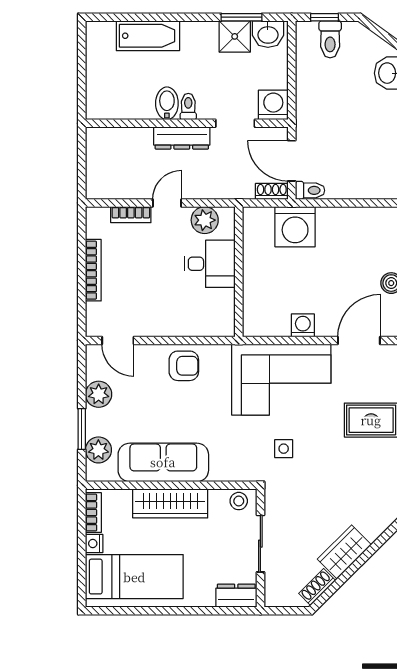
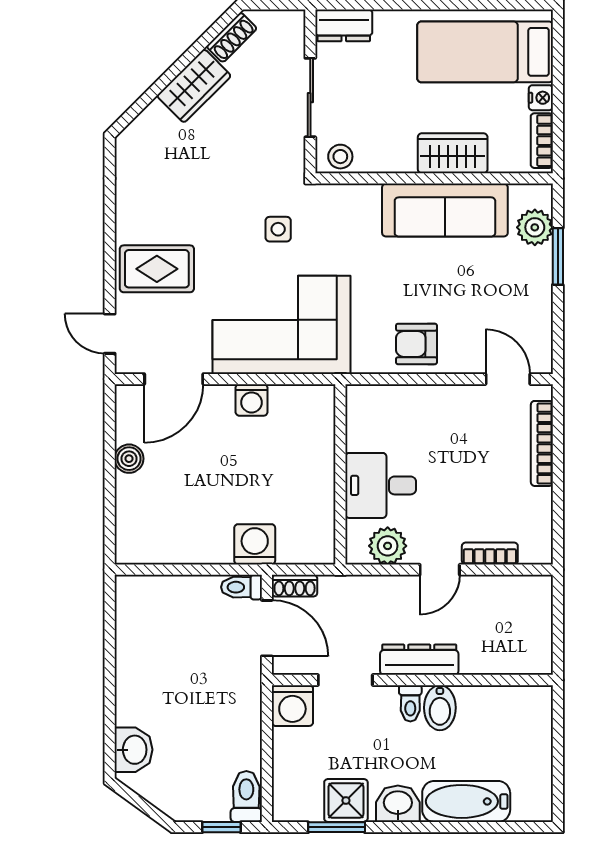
washbasin: (268, 34) -> (398, 804), moved
toilet: (330, 39) -> (246, 797), moved
washing machine: (295, 227) -> (255, 544), width x0.73, depth x0.73
bookcase: (93, 270) -> (542, 443), moved
plant: (99, 394) -> (535, 304), removed
wardrobe: (170, 503) -> (453, 153), width x0.67

